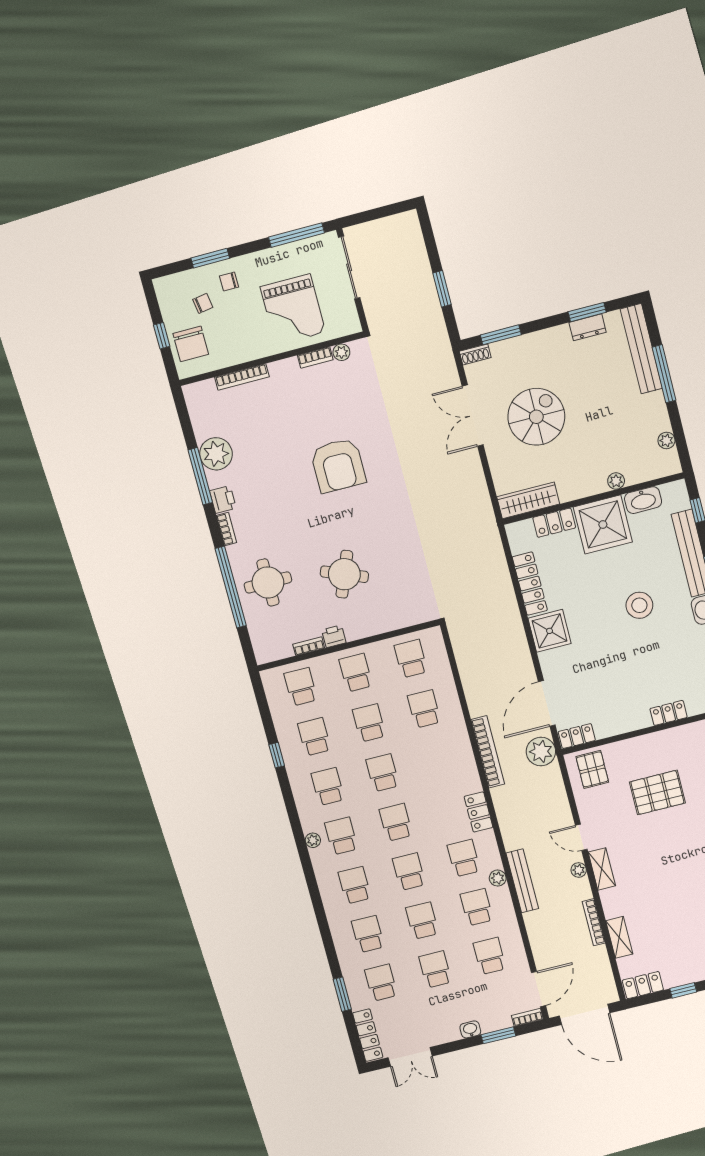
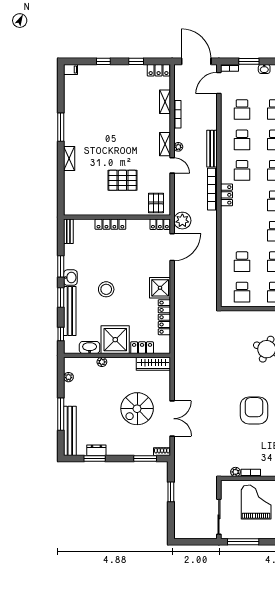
locker: (669, 713) -> (110, 224), width x1.53
bookcase: (488, 752) -> (212, 189), moved
plant: (498, 878) -> (226, 154), removed

